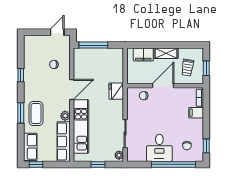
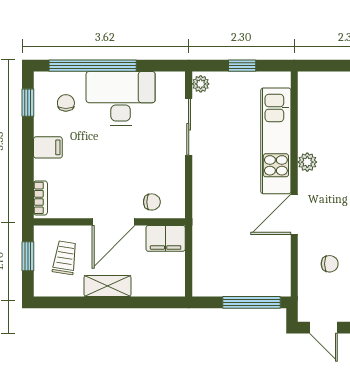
door: (57, 32) -> (323, 328), hinge flipped
filing cabinet: (143, 55) -> (166, 238), moved, turned 180
fridge: (116, 91) -> (206, 211), removed
filing cabinet: (196, 113) -> (48, 147), moved
row of seats: (64, 142) -> (311, 111), removed
desk: (159, 148) -> (121, 98), width x1.37

